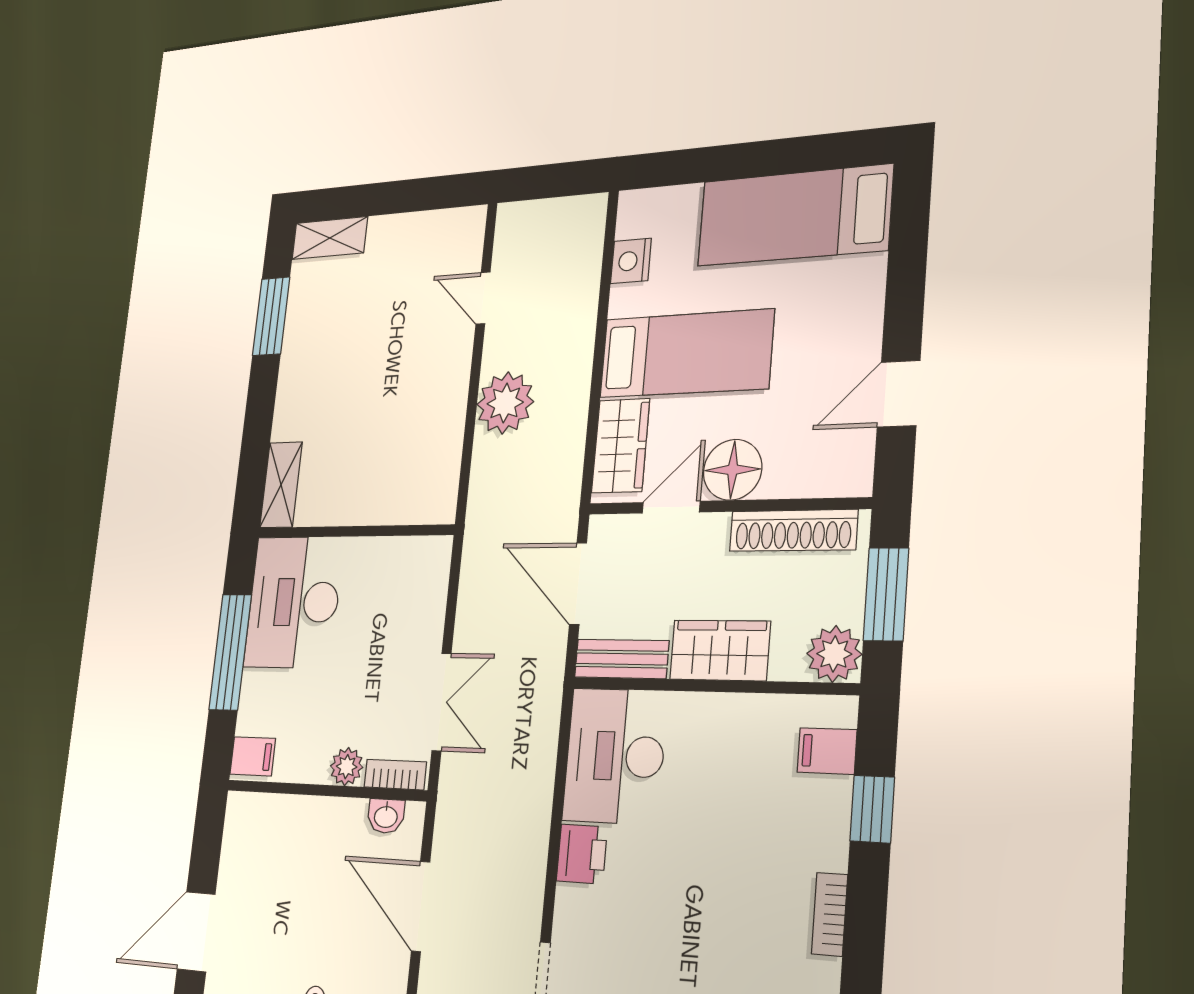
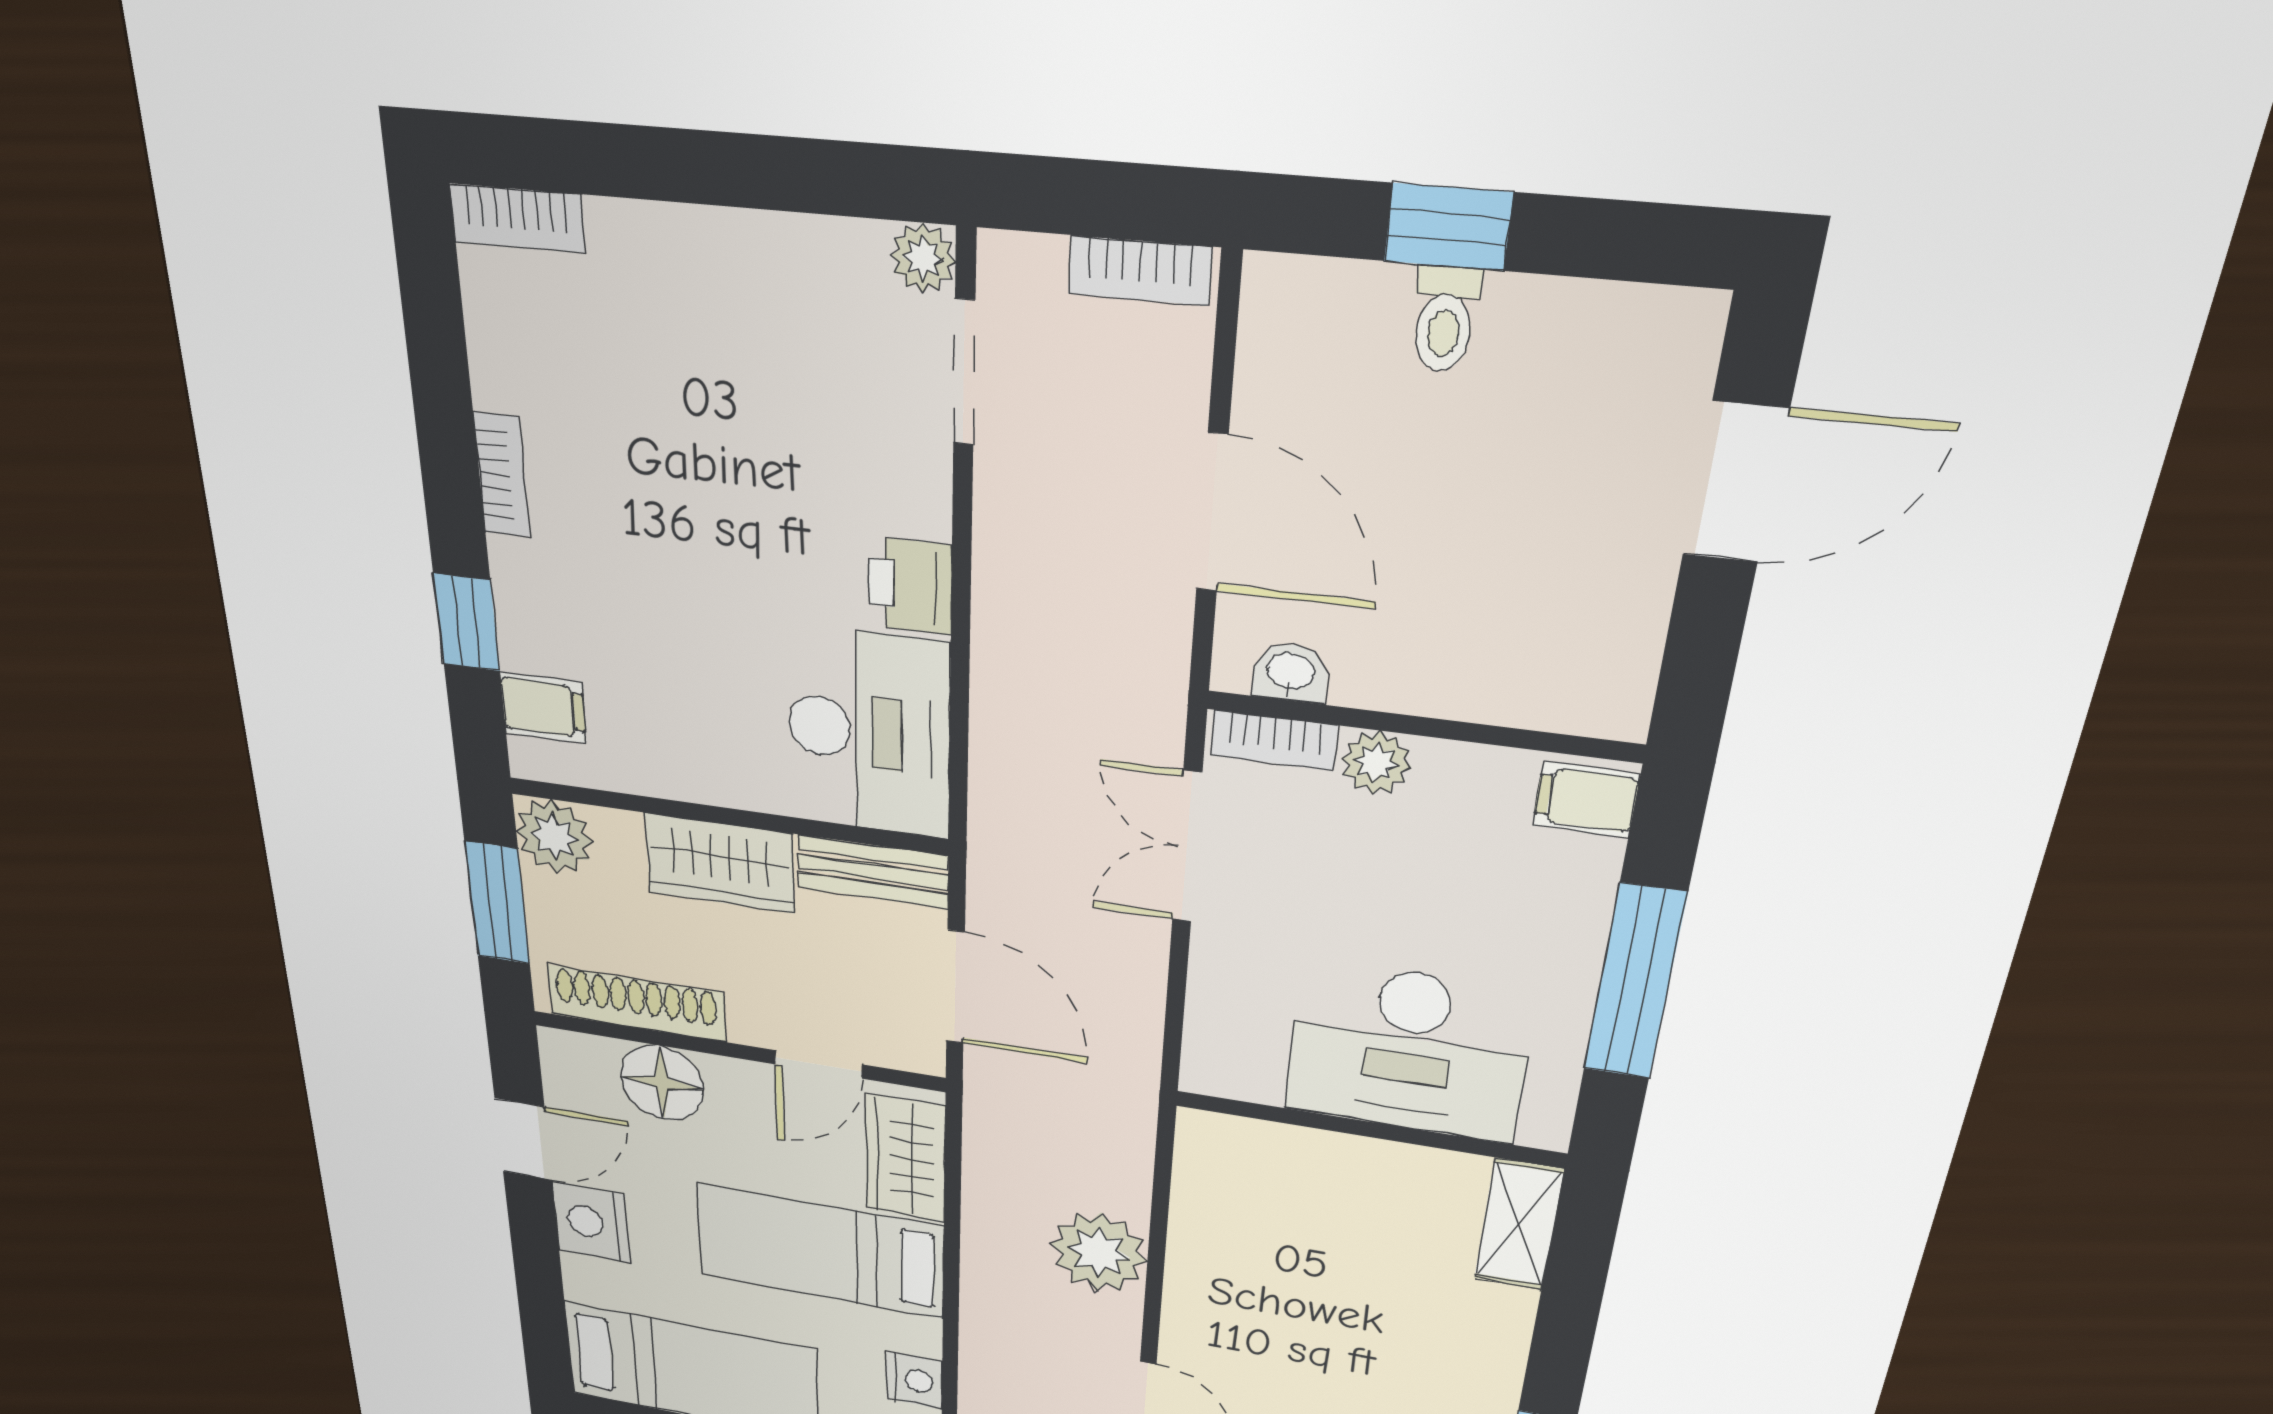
nightstand: (855, 332) -> (591, 1222), added
floor lamp: (733, 470) -> (662, 1083), moved
desk: (294, 602) -> (1408, 1051), moved, turned 90

